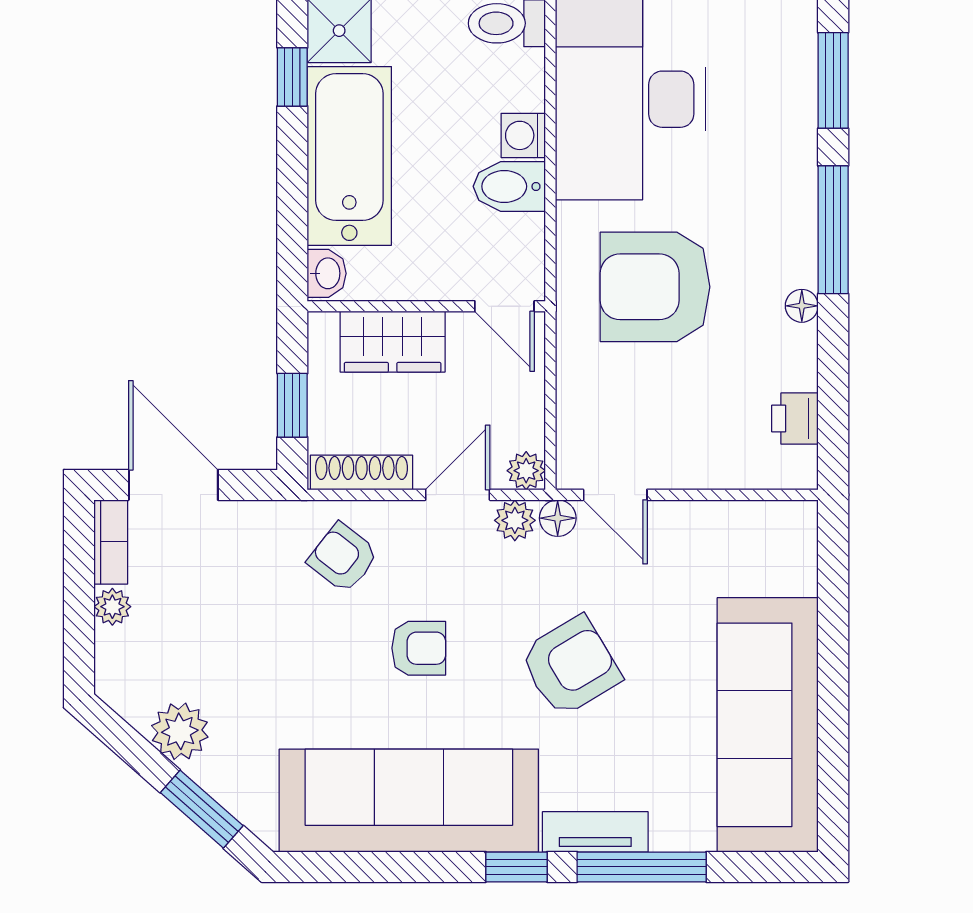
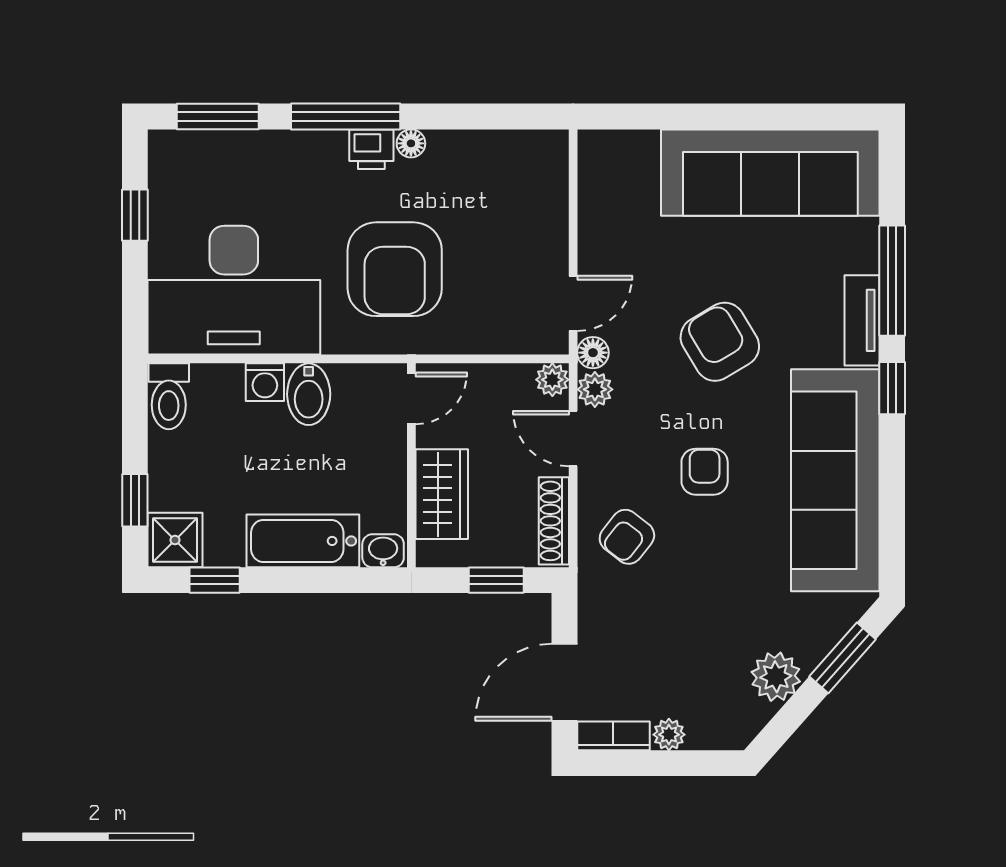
bathtub: (349, 156) -> (303, 541), width x0.73, depth x0.73
printer: (795, 419) -> (371, 149), moved

